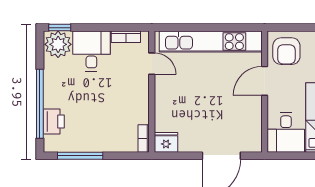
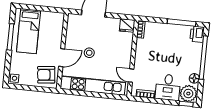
armchair: (286, 51) -> (46, 75), turned -96
floor lamp: (51, 69) -> (194, 78), added
stool: (222, 93) -> (89, 53), added
printer: (54, 122) -> (197, 34), moved
desk: (286, 132) -> (52, 24), removed

